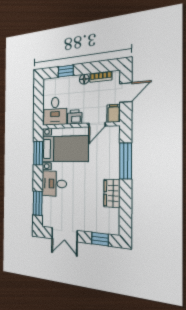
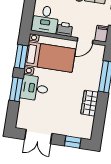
window: (38, 203) -> (16, 89), moved

